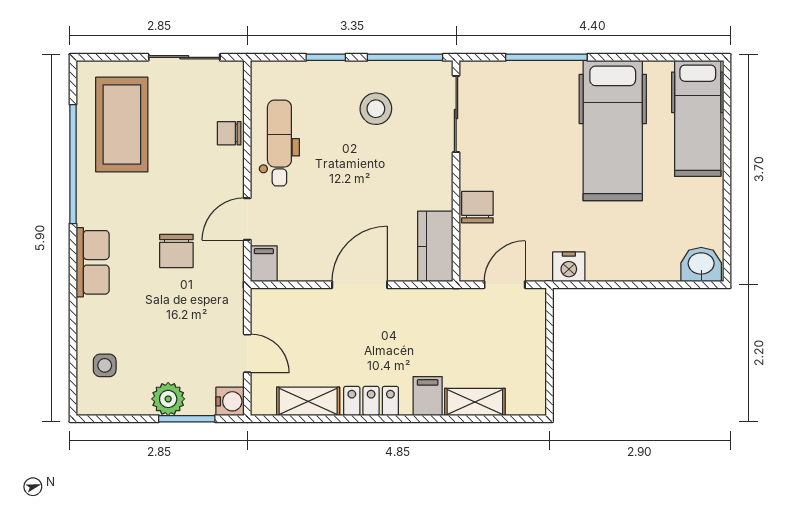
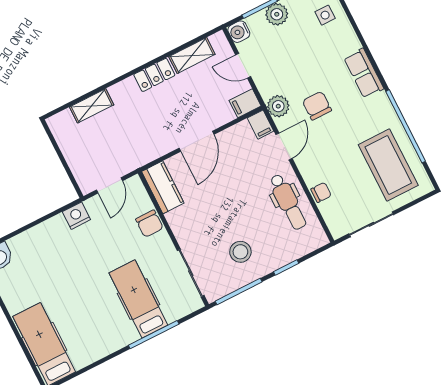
hospital bed: (613, 131) -> (138, 299), moved, width x0.73, depth x0.77
plant: (228, 276) -> (278, 106), added
filing cabinet: (428, 396) -> (245, 103), moved, turned 90

